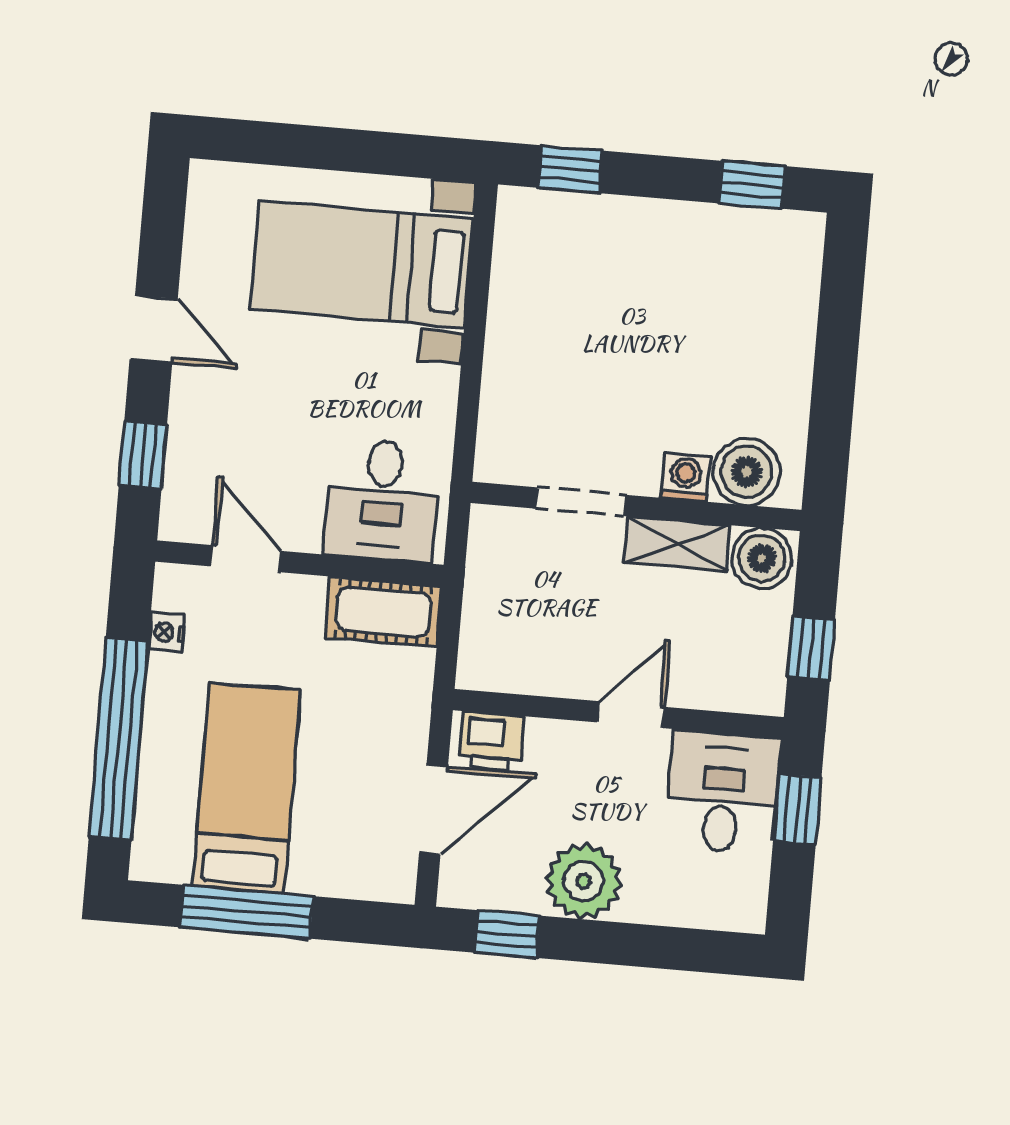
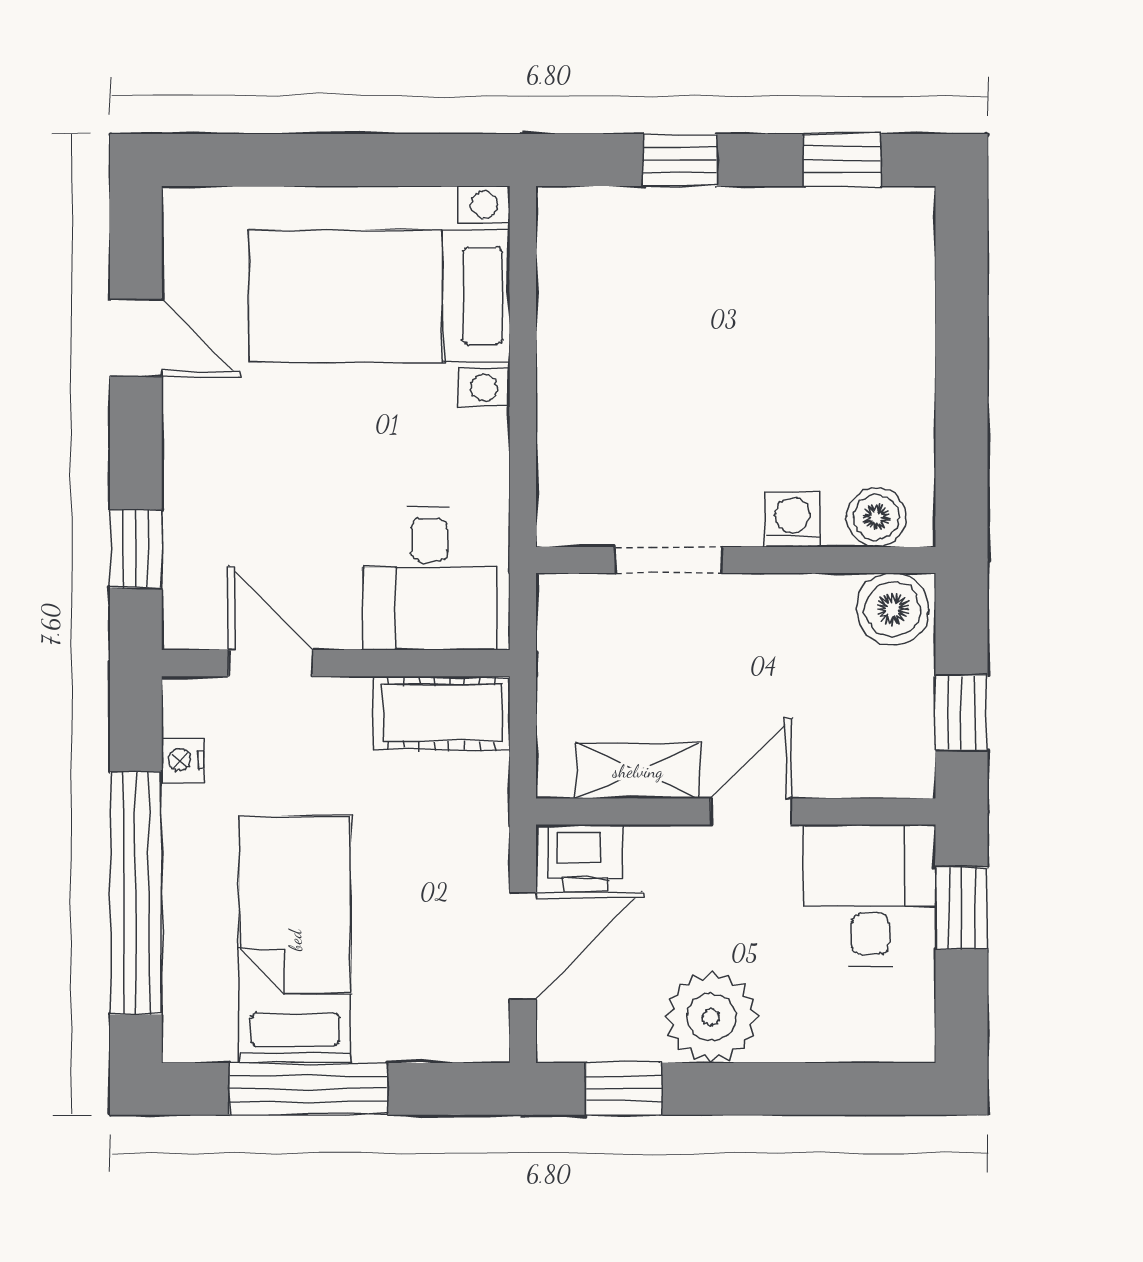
window: (571, 169) -> (680, 160), moved
door: (154, 329) -> (136, 338), moved
boiler: (747, 472) -> (876, 517), width x0.73, depth x0.73
shelving: (677, 544) -> (638, 771), moved

